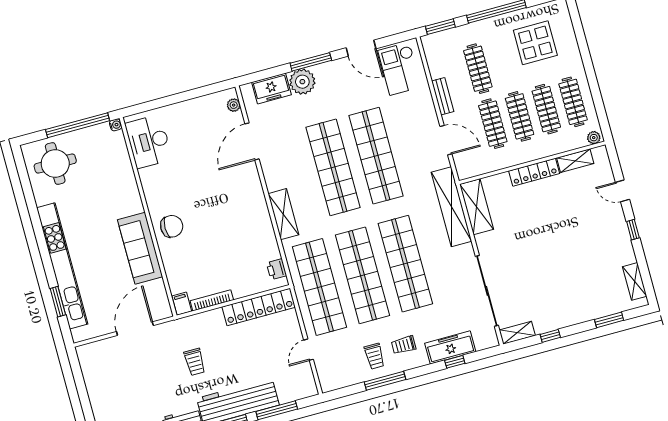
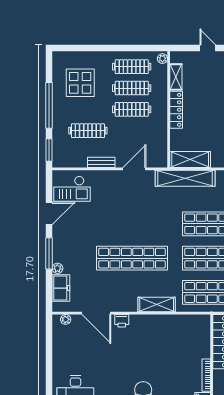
plant: (302, 82) -> (57, 268), width x0.53, depth x0.53
clothes rail: (493, 124) -> (132, 131), removed
shop shelf: (376, 156) -> (132, 224), removed
door: (622, 191) -> (208, 48), swing flipped
printer: (277, 269) -> (122, 321), moved

